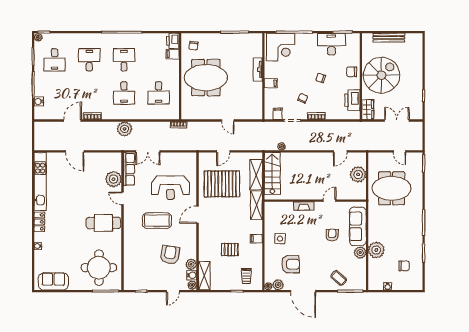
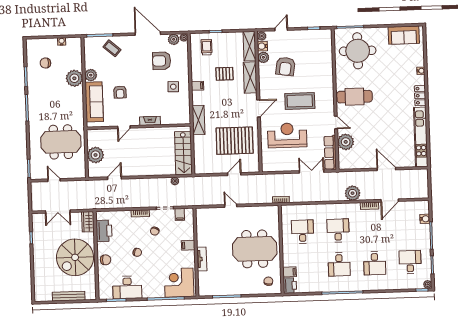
plant: (124, 129) -> (353, 193), moved
shelving: (256, 175) -> (250, 77), moved

